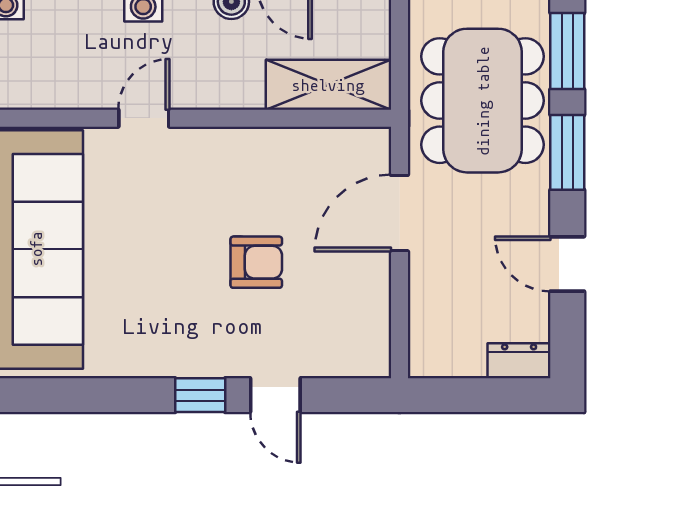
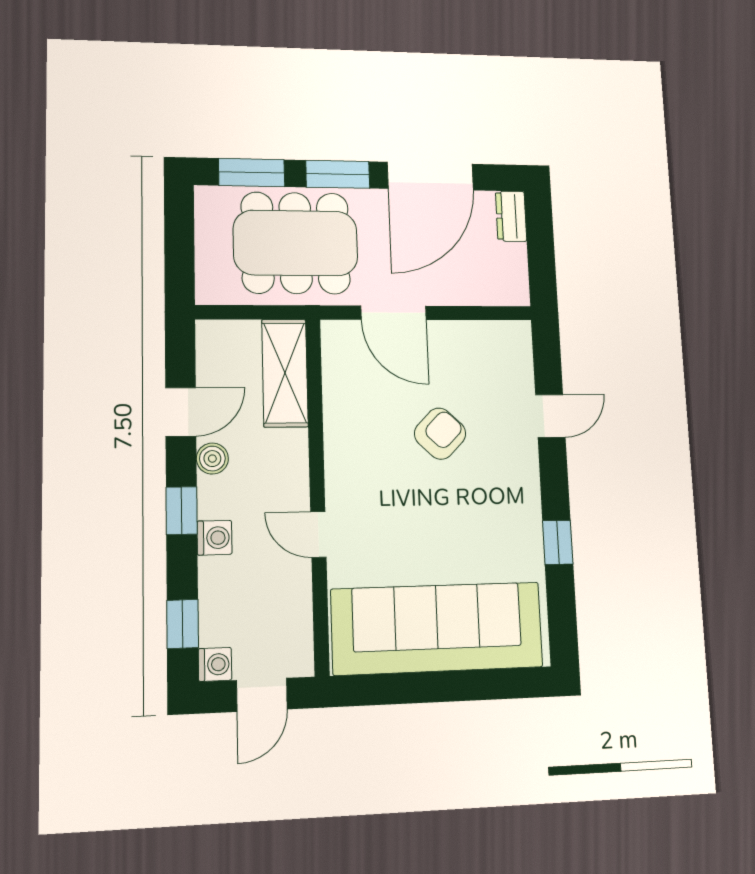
armchair: (256, 262) -> (440, 434), turned 44
door: (567, 264) -> (430, 176), width x1.88
window: (200, 395) -> (558, 542), moved

